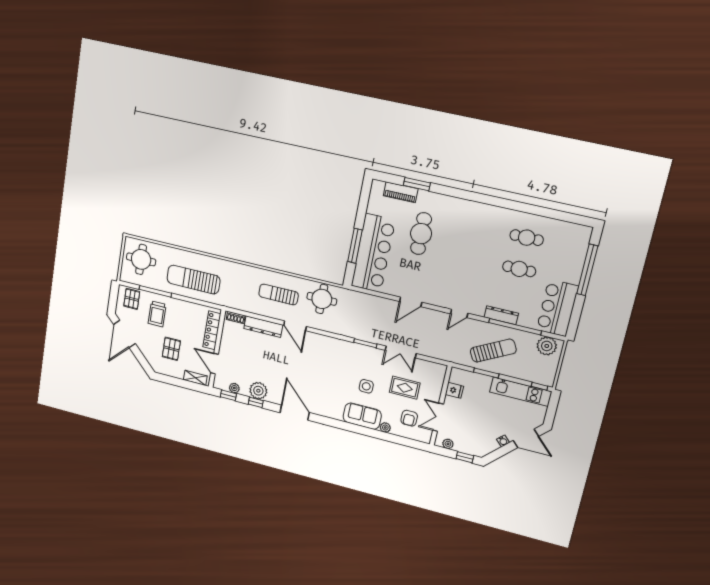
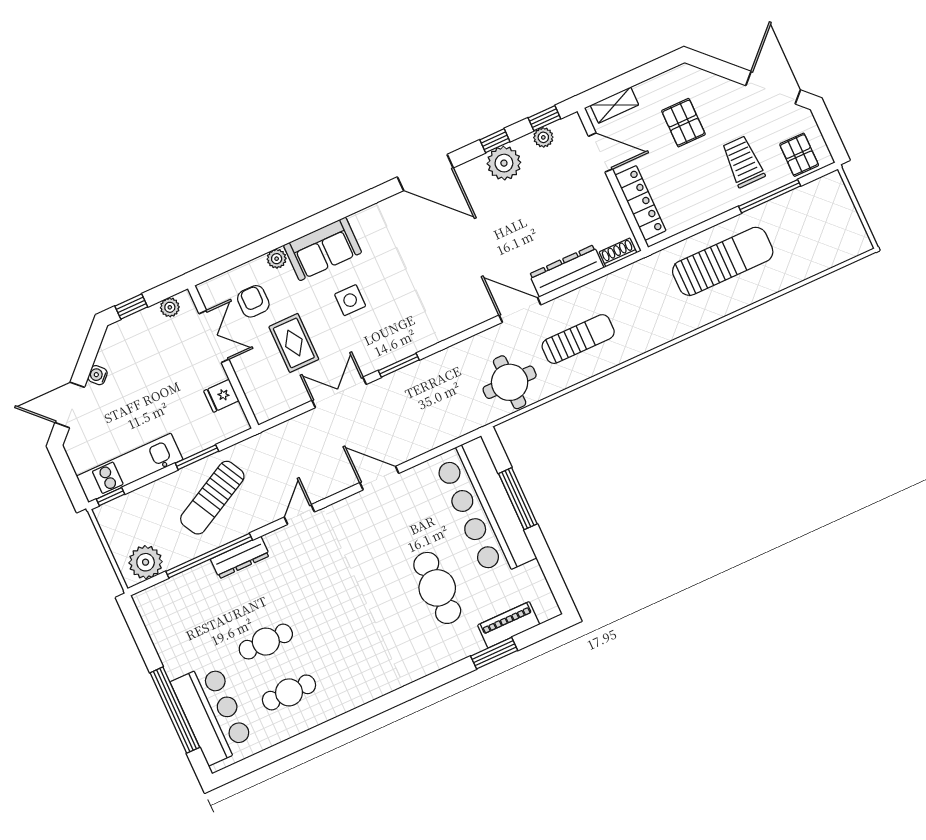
round table: (141, 259) -> (825, 230), removed
door: (411, 302) -> (379, 478), hinge flipped
bar counter: (557, 308) -> (213, 713), moved
rug: (405, 388) -> (294, 343), turned 90

